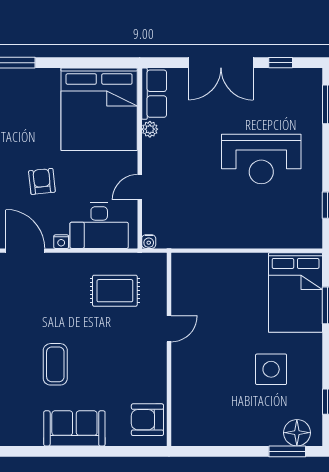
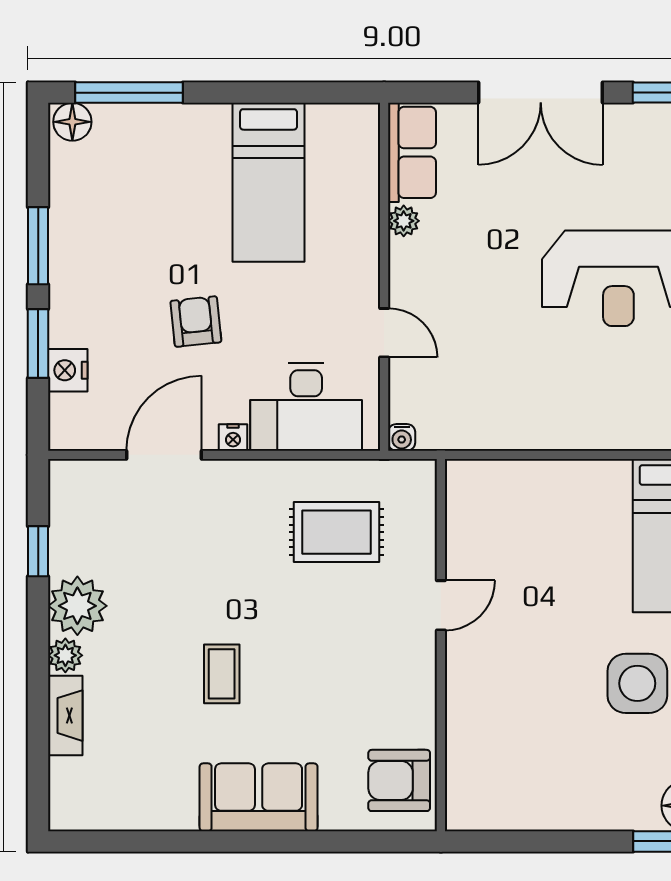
bed: (99, 109) -> (269, 182), width x0.49
door: (140, 187) -> (384, 333), swing flipped
door: (25, 251) -> (164, 455), hinge flipped
coffee table: (55, 364) -> (222, 674), width x0.73, depth x0.77

